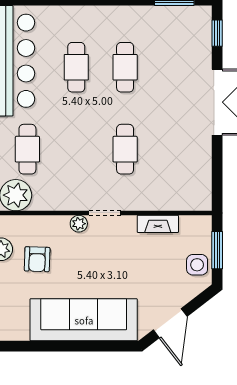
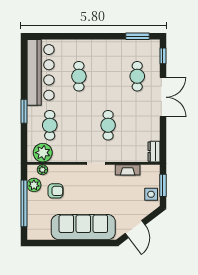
cafe table: (125, 67) -> (137, 76), moved
dresser: (202, 193) -> (154, 152), added
plant: (79, 224) -> (42, 170), moved
armchair: (37, 259) -> (56, 191), turned -92

